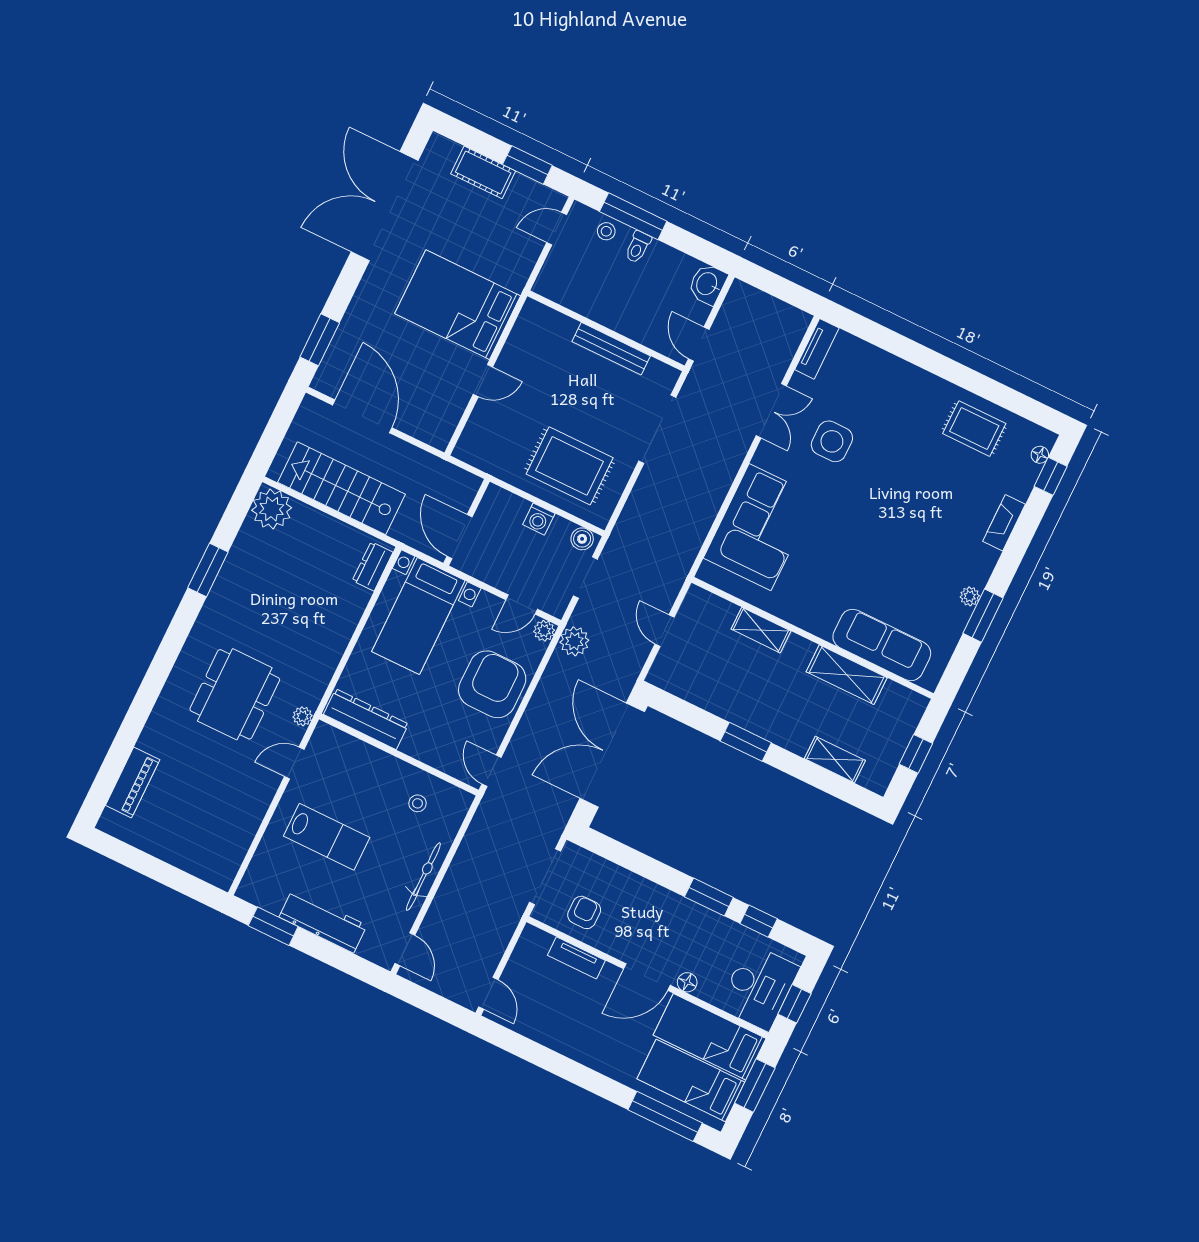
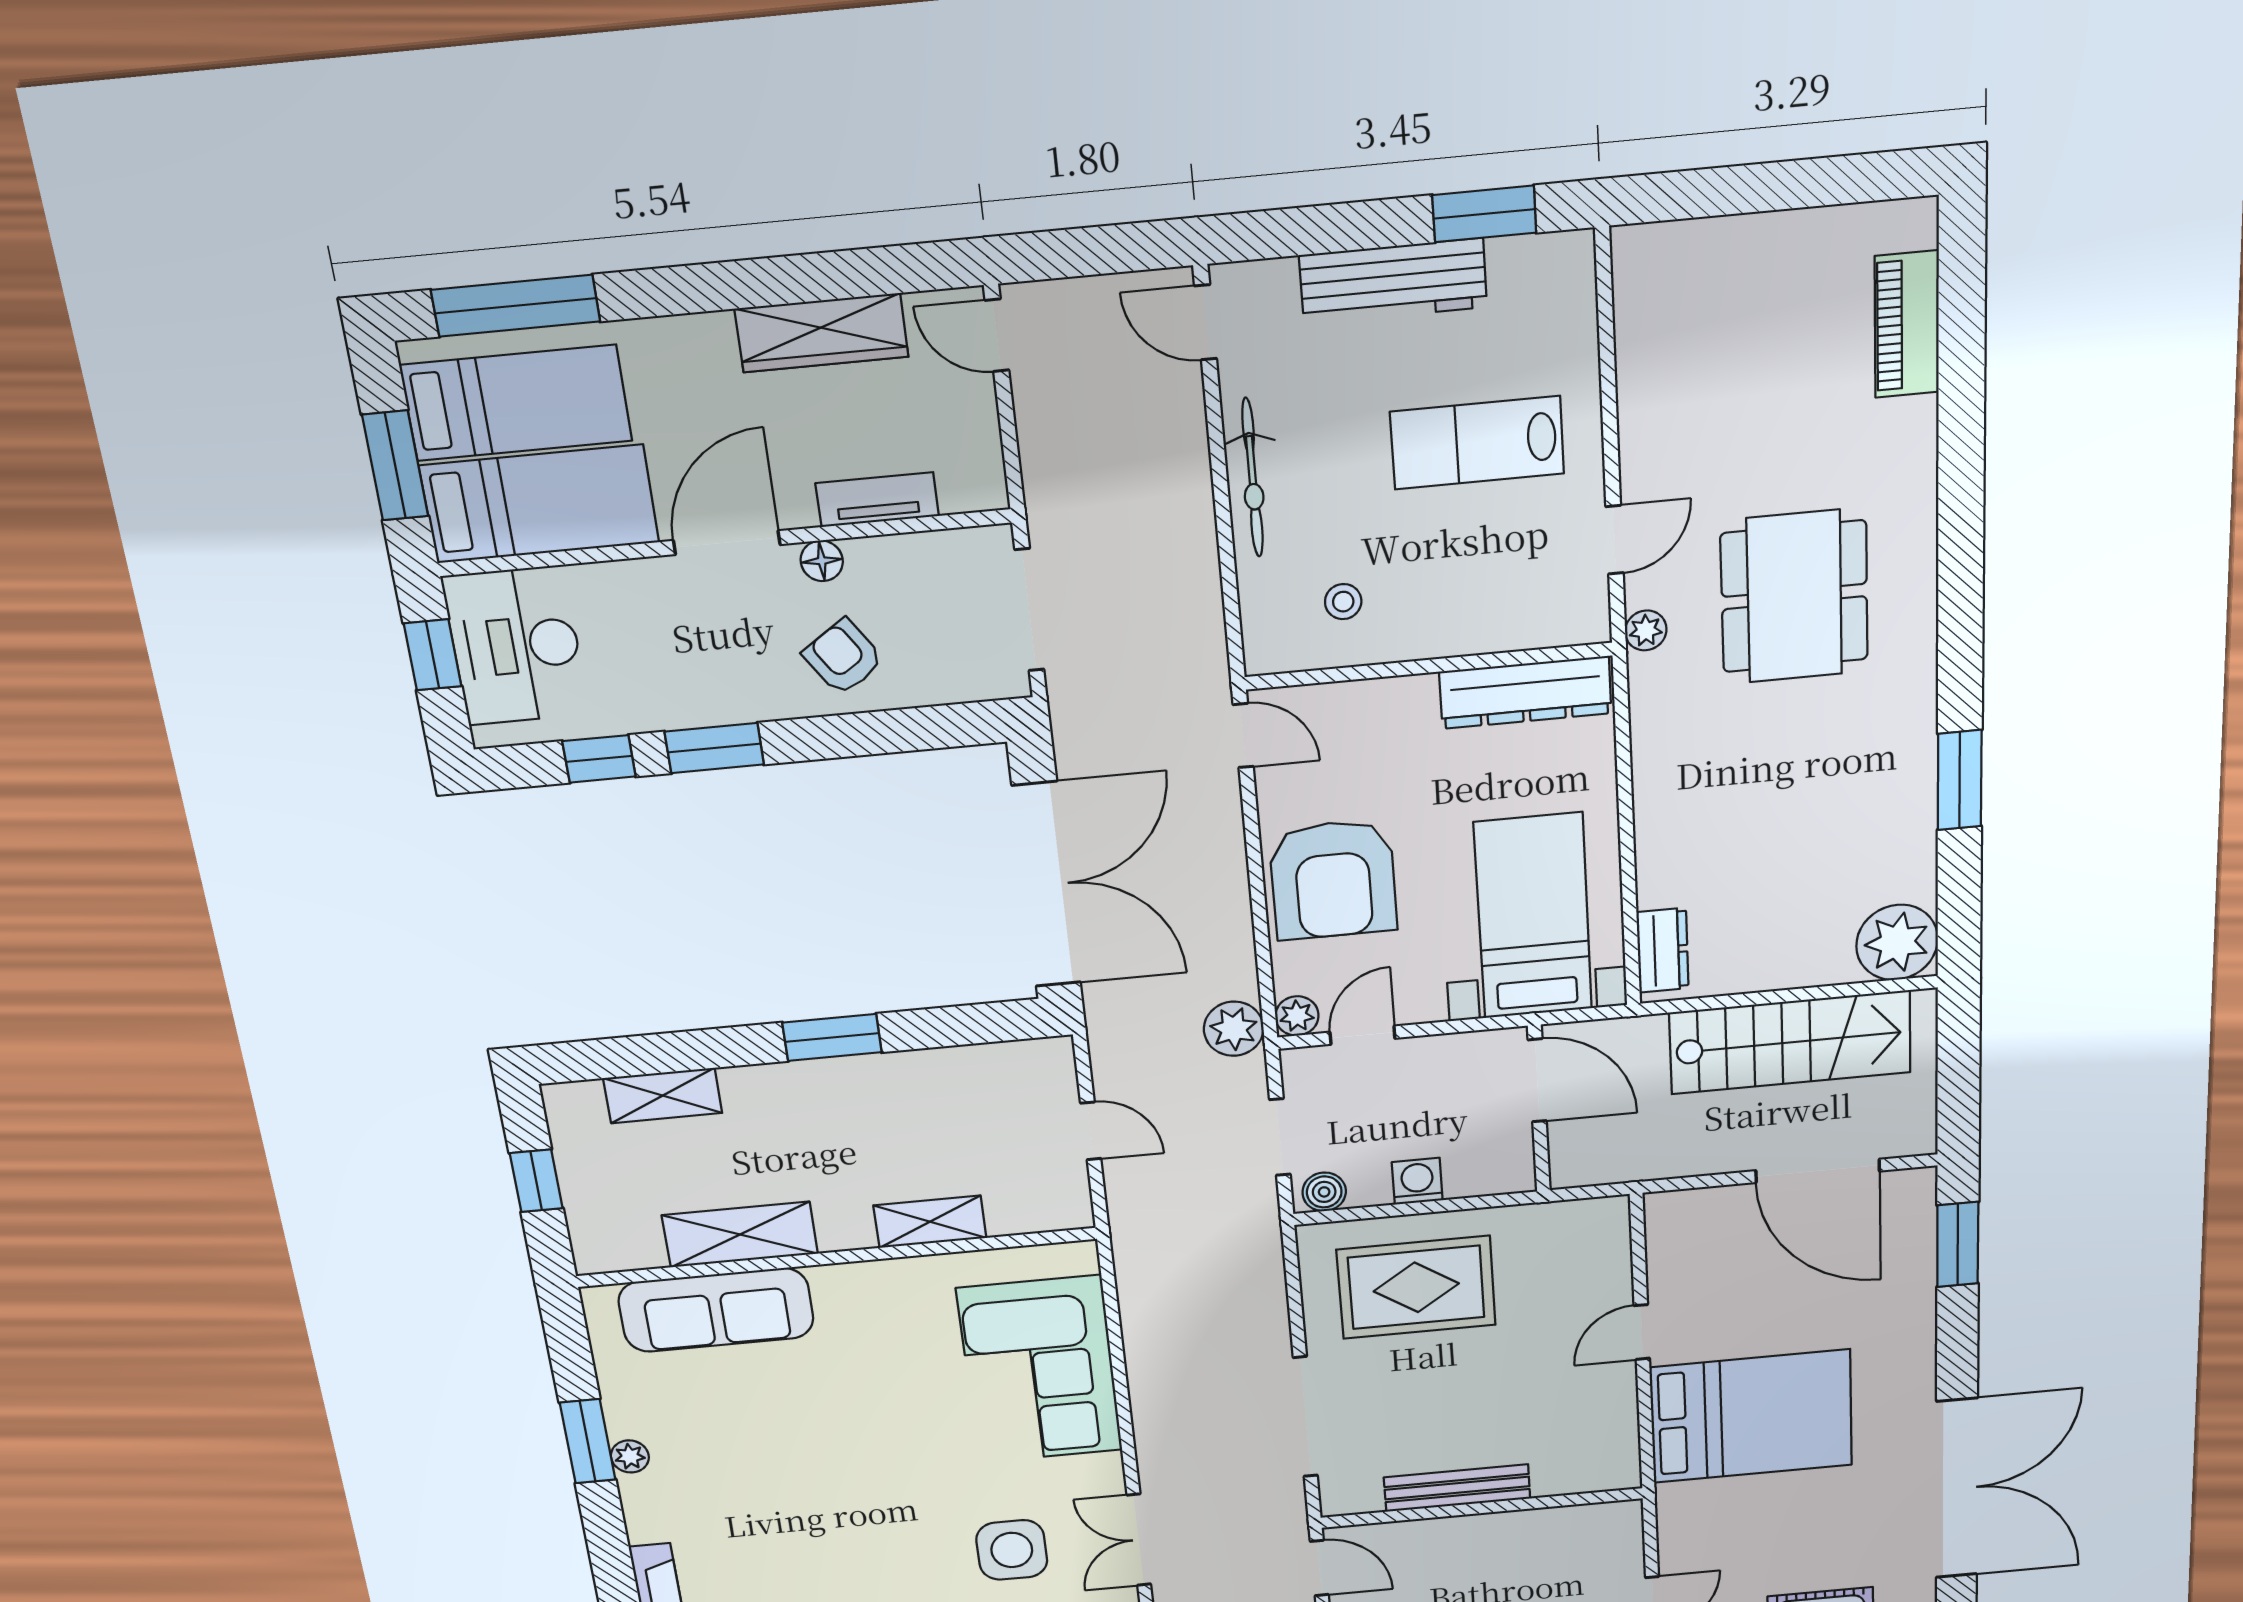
armchair: (584, 912) -> (843, 657), moved, turned 146
floor lamp: (687, 982) -> (822, 561), moved
wardrobe: (555, 1035) -> (822, 333), added

